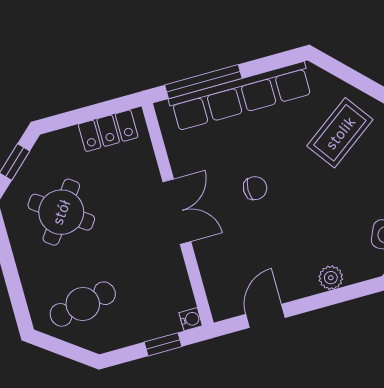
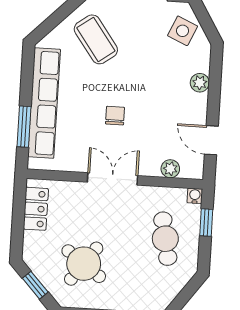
window: (203, 82) -> (24, 127), width x0.69
plant: (214, 278) -> (170, 169), added
cafe table: (83, 304) -> (165, 239), moved

